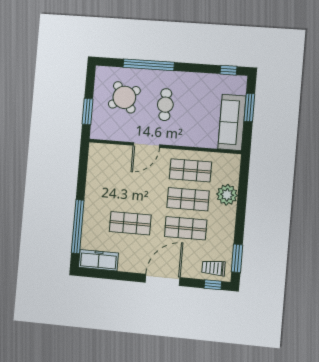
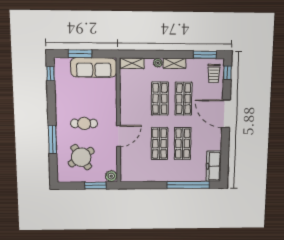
window: (149, 65) -> (52, 140), width x0.68
plant: (98, 132) -> (111, 176), added
door: (146, 145) -> (118, 136), hinge flipped
shelving: (233, 169) -> (132, 63), added
shop shelf: (190, 170) -> (159, 144), moved
plant: (227, 195) -> (158, 63), width x0.53, depth x0.53
shelving: (229, 220) -> (175, 63), added

